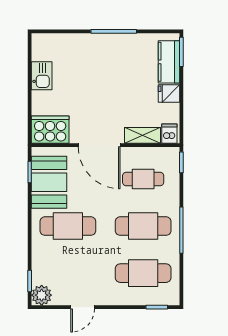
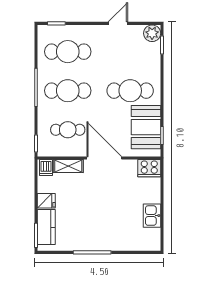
cooker: (50, 130) -> (149, 168), width x0.73, depth x0.76

